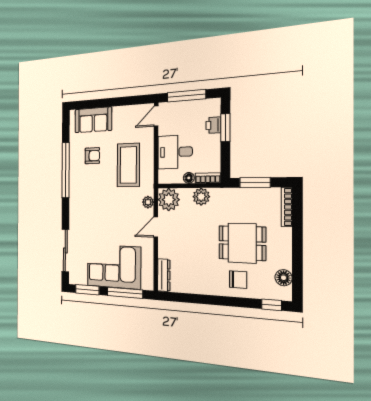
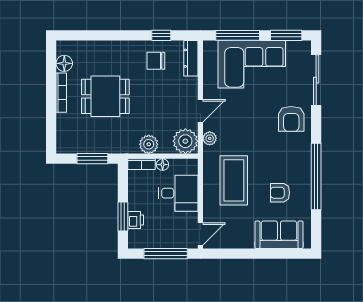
bookcase: (287, 207) -> (61, 93), moved
armchair: (84, 219) -> (291, 119), added
chair: (238, 280) -> (156, 61), moved
window: (272, 305) -> (161, 35), moved

